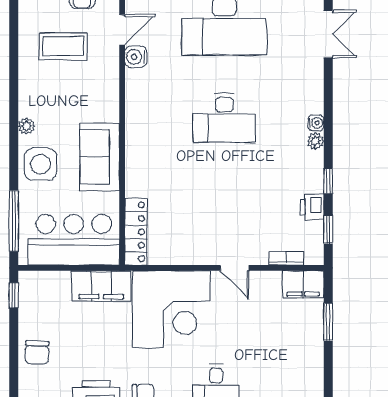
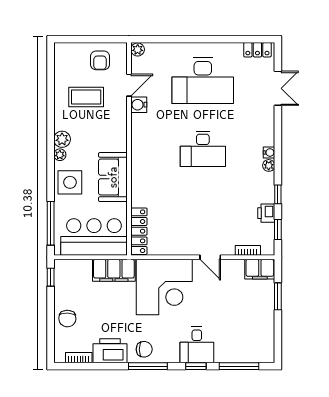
plant: (30, 105) -> (62, 139), added

